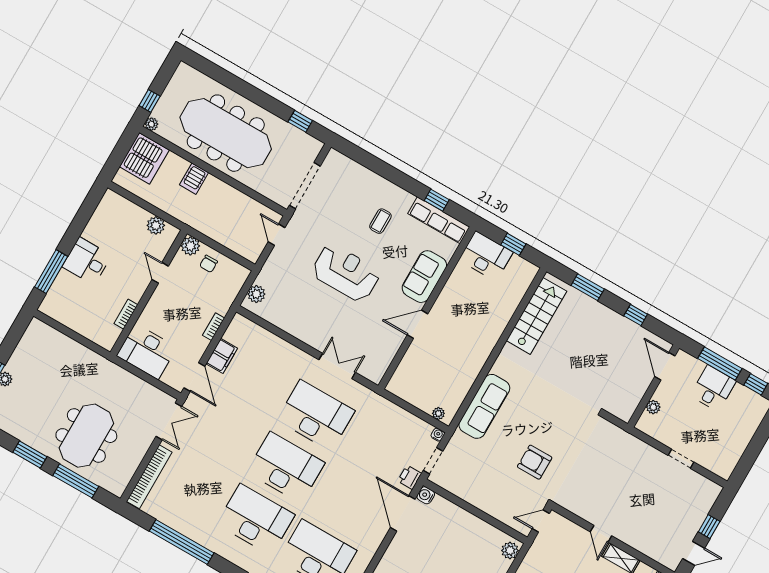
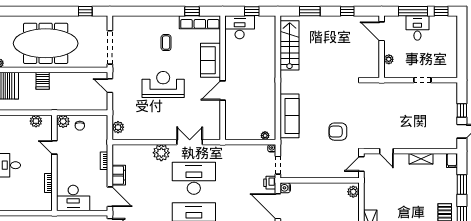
plant: (293, 359) -> (161, 153), added
door: (601, 534) -> (386, 151), moved

